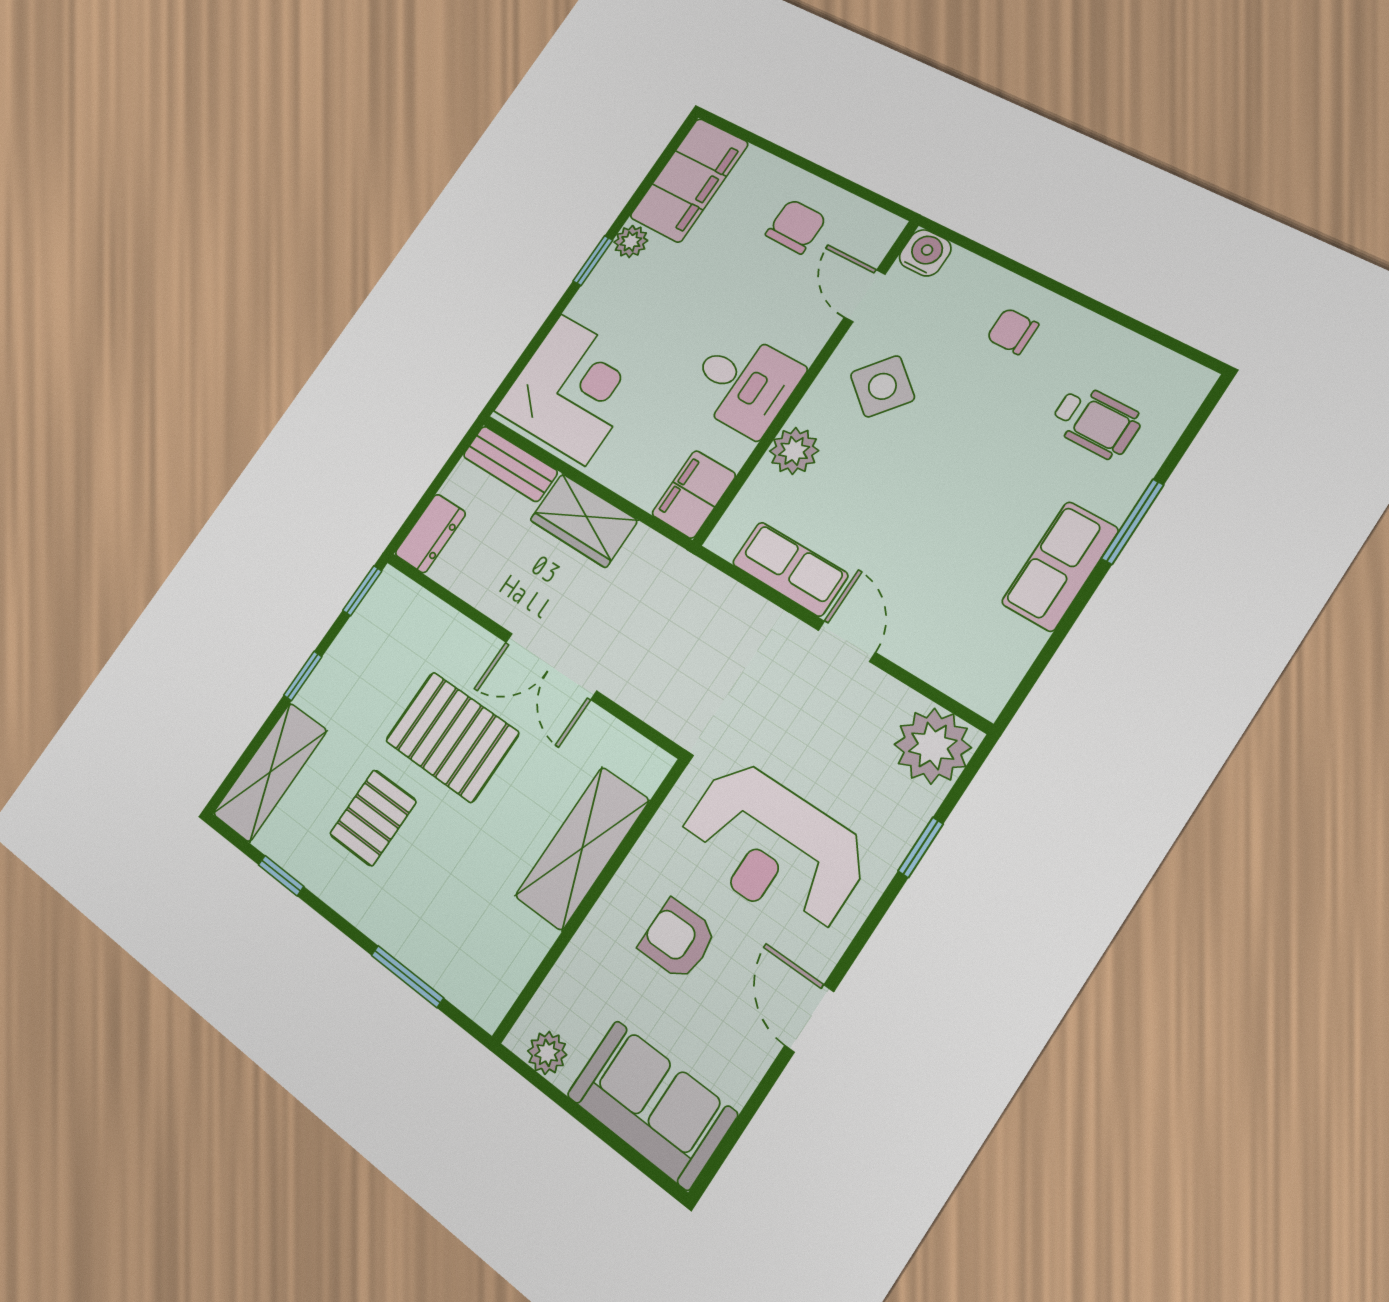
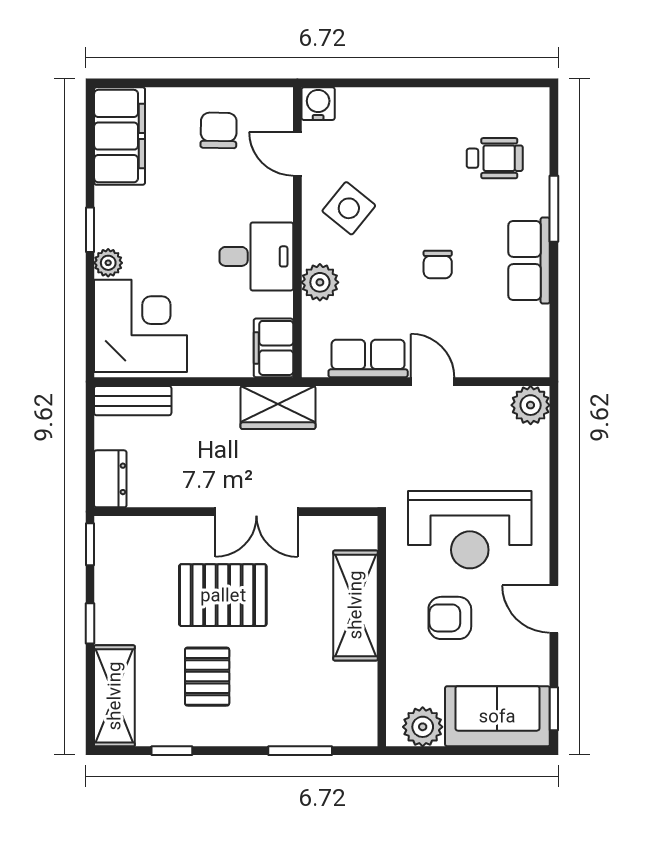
plant: (631, 241) -> (108, 263), moved
chair: (1013, 331) -> (438, 264), moved, turned -90
wardrobe: (584, 520) -> (278, 408), moved
plant: (933, 746) -> (531, 405), width x0.73, depth x0.73
window: (921, 847) -> (554, 709), moved
plant: (547, 1053) -> (423, 727), width x1.38, depth x1.38

